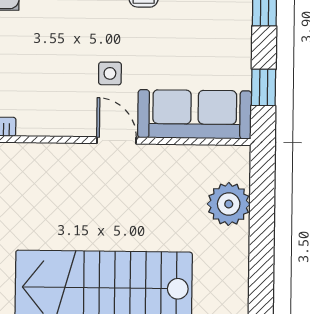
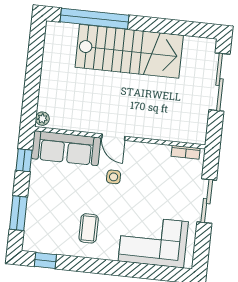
plant: (229, 204) -> (42, 119), moved, width x0.53, depth x0.53

